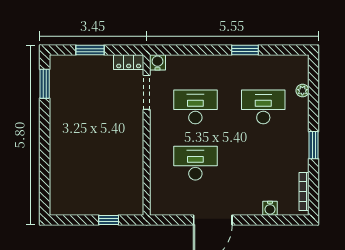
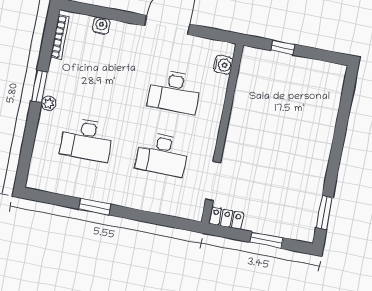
water cooler: (157, 62) -> (223, 65), moved, turned -90
plant: (302, 91) -> (49, 103), moved

